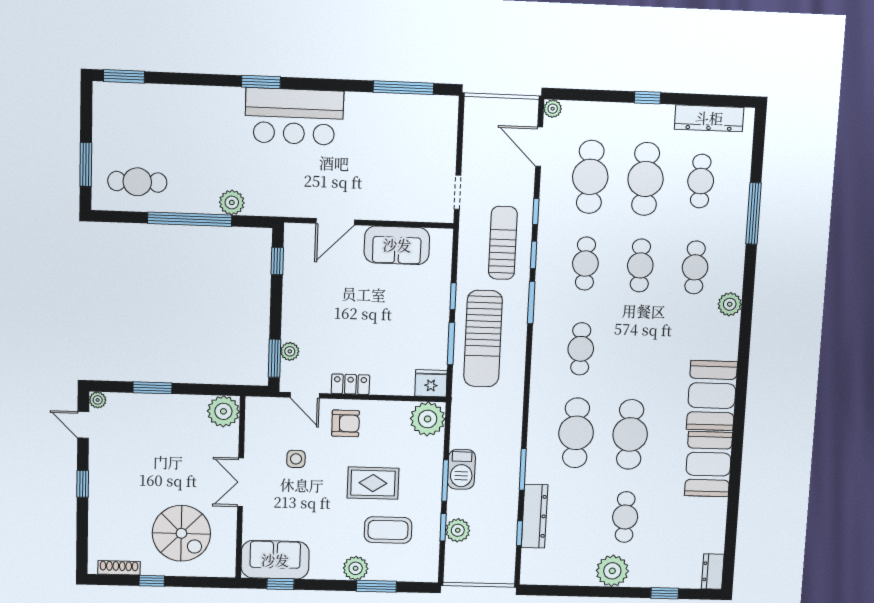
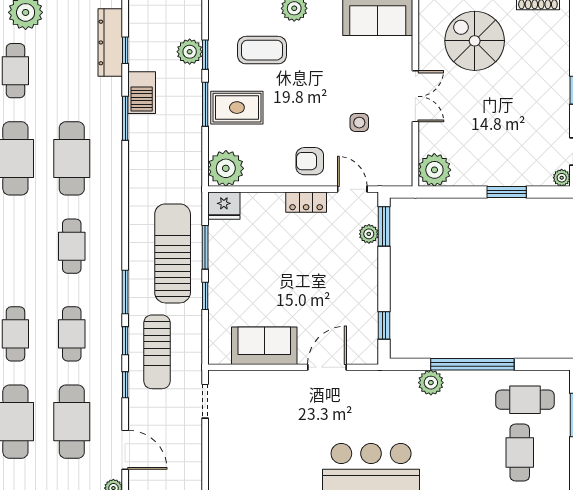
cafe table: (143, 128) -> (520, 453), added
barbecue: (461, 469) -> (142, 93), moved, turned 180
rug: (373, 483) -> (237, 108), moved
dresser: (535, 516) -> (110, 42), moved

